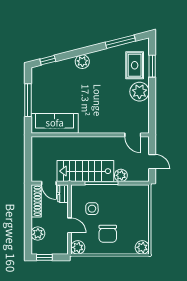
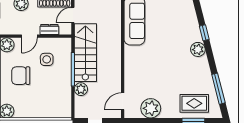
window: (48, 60) -> (204, 33), moved
plant: (139, 92) -> (151, 108), moved
dresser: (63, 194) -> (49, 30), moved

